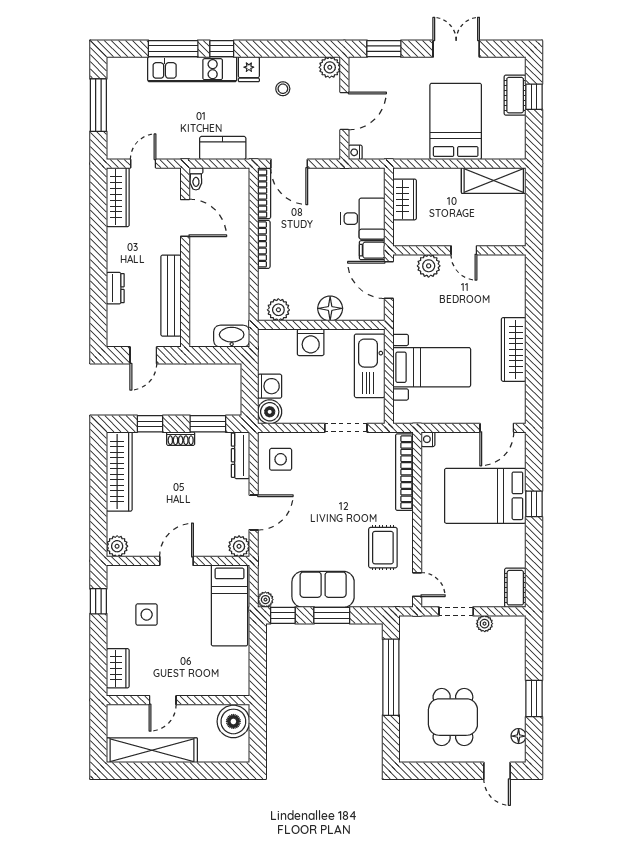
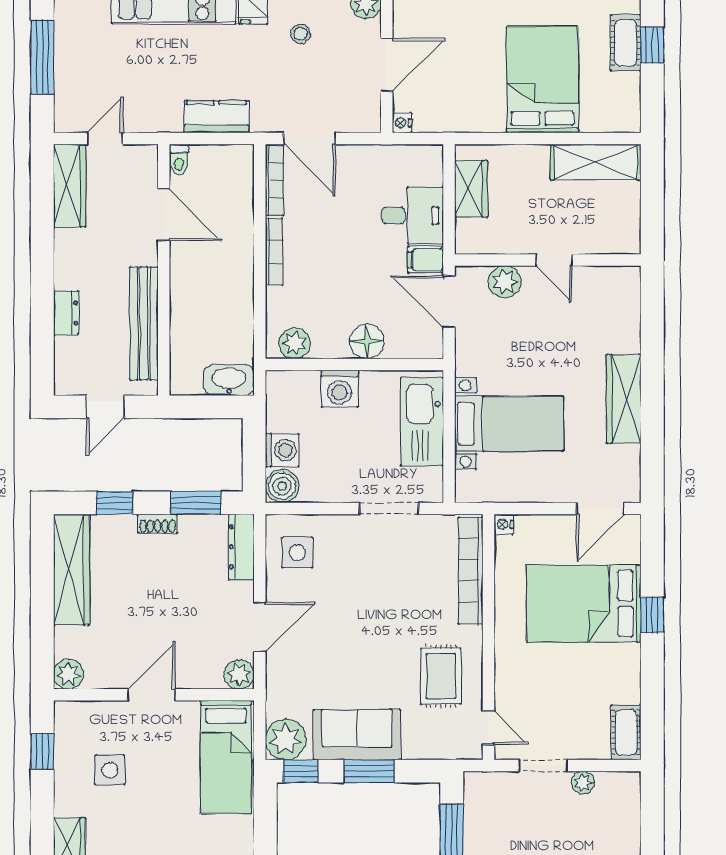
plant: (265, 600) -> (286, 739), width x1.88, depth x1.88

